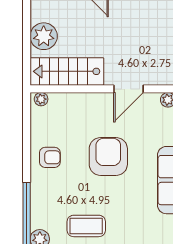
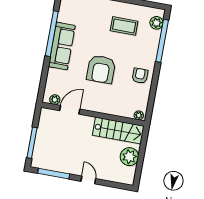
door: (129, 89) -> (70, 110), moved
armchair: (50, 157) -> (140, 76), turned 90

